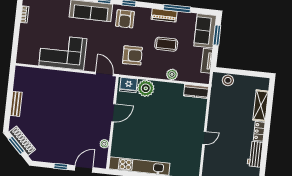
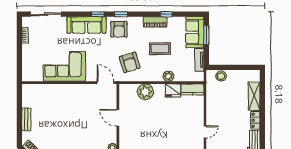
window: (177, 8) -> (166, 14), width x0.46
armchair: (132, 55) -> (130, 62), turned 74
fridge: (129, 85) -> (173, 90), moved
door: (114, 113) -> (118, 118), swing flipped

